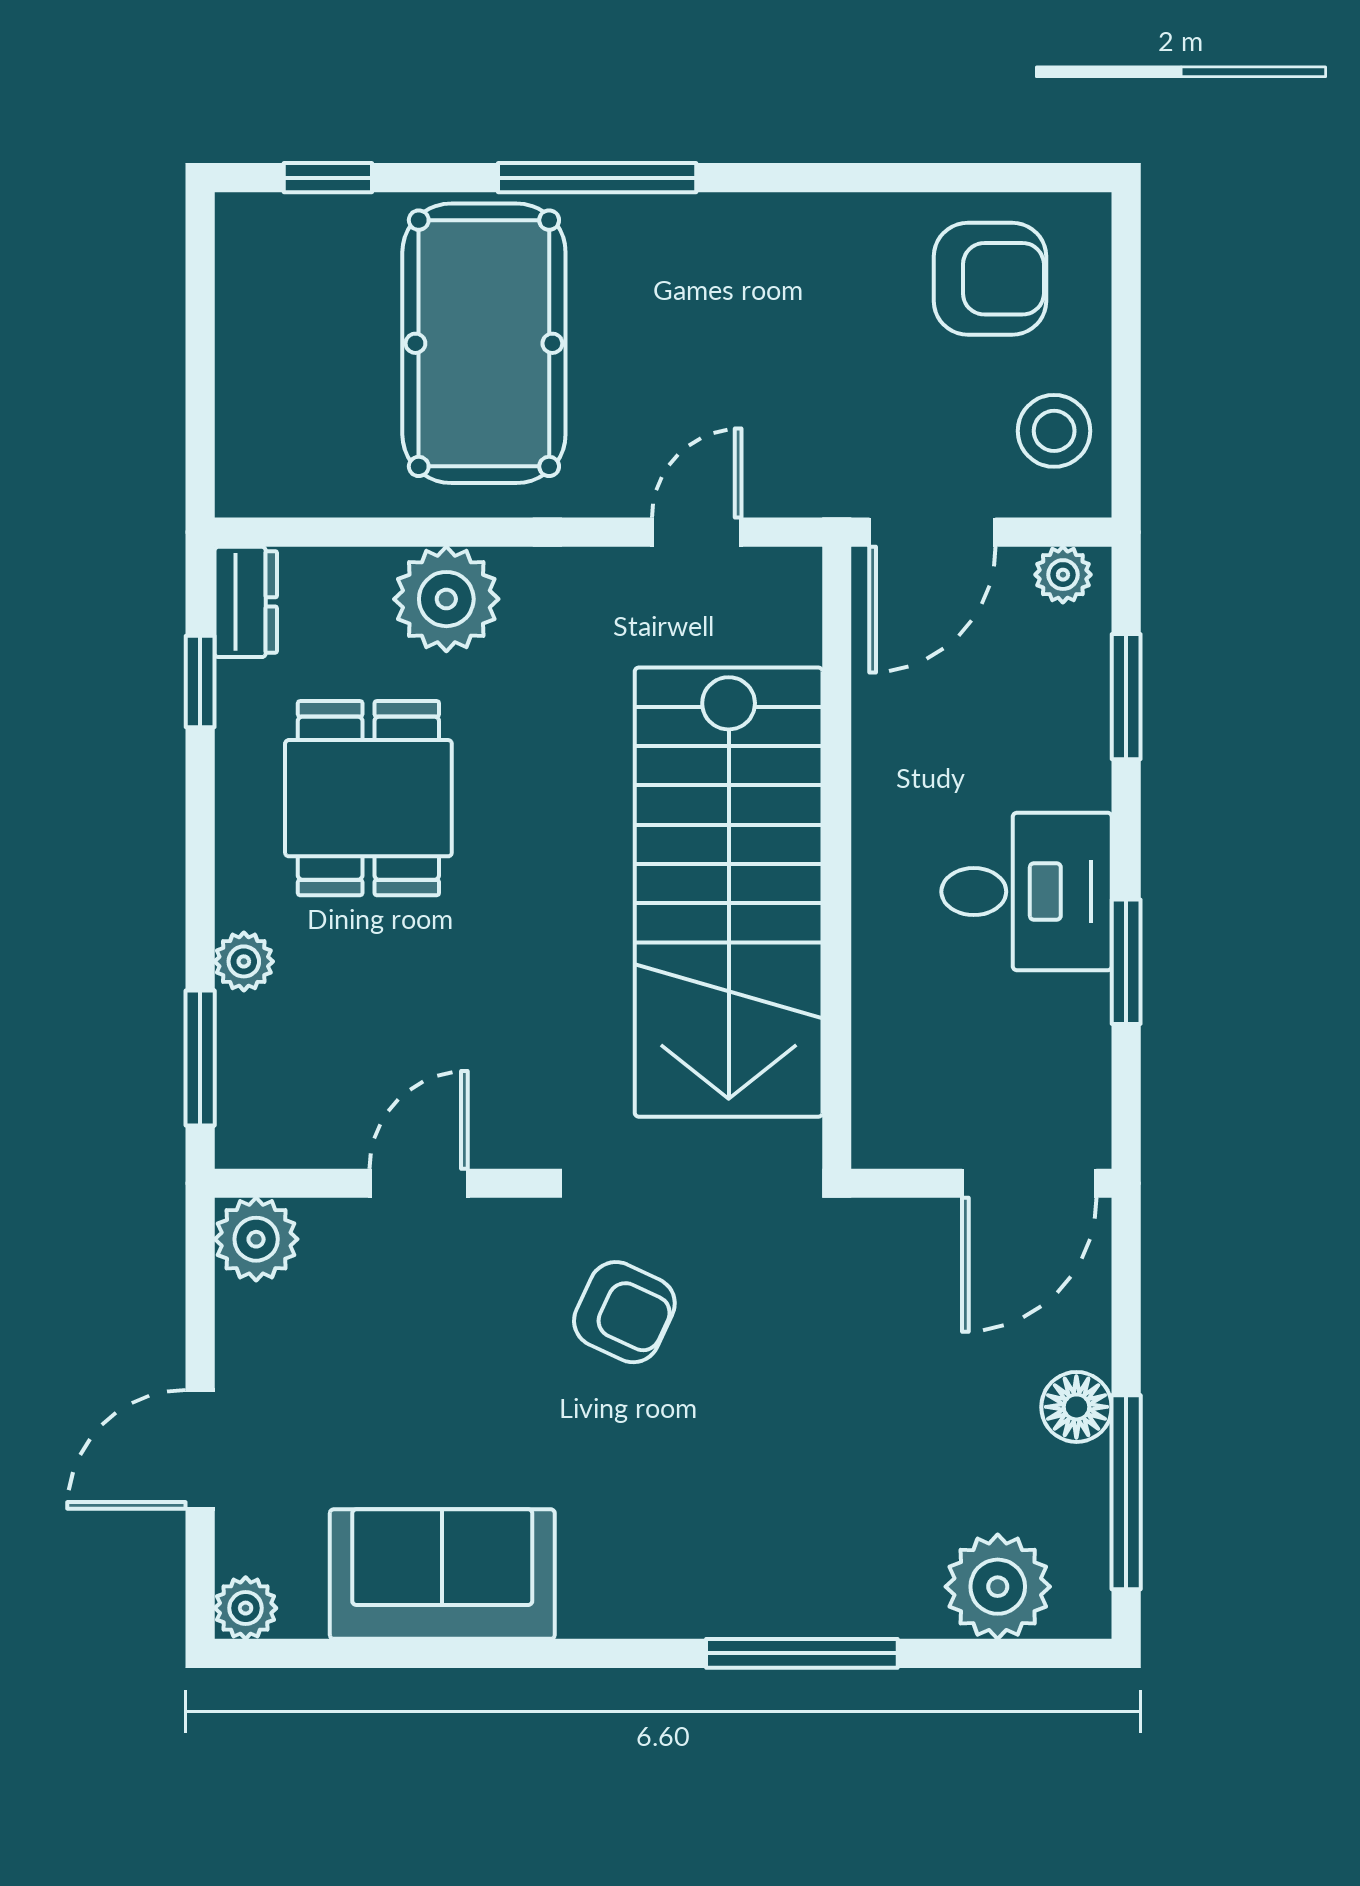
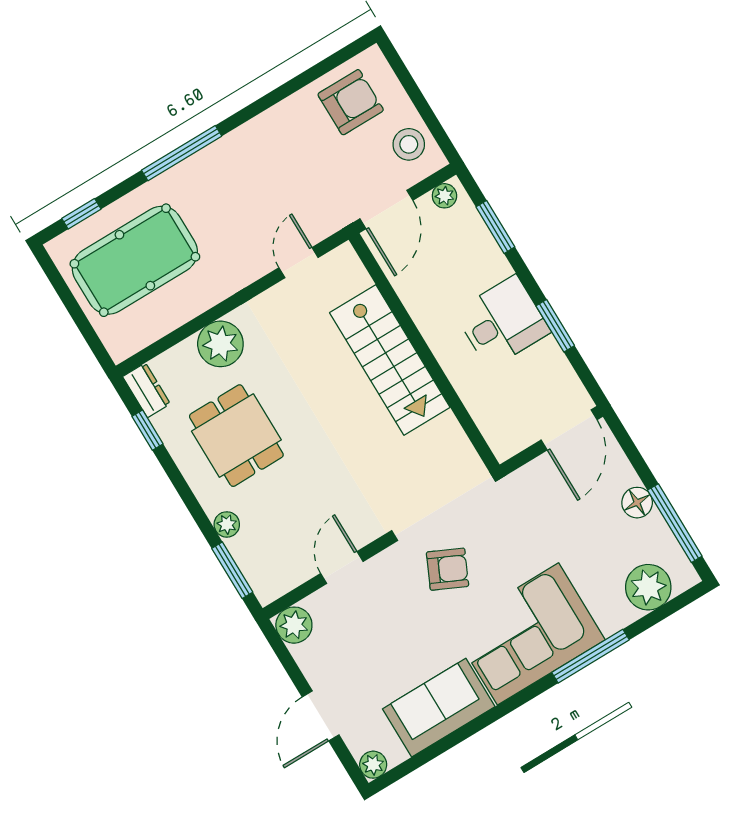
pool table: (484, 343) -> (135, 260), moved, turned 90
stairs: (729, 892) -> (390, 360), width x0.73, depth x0.66
corner sofa: (706, 1535) -> (528, 634), added

